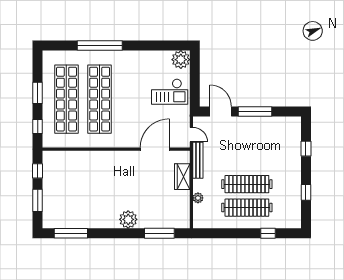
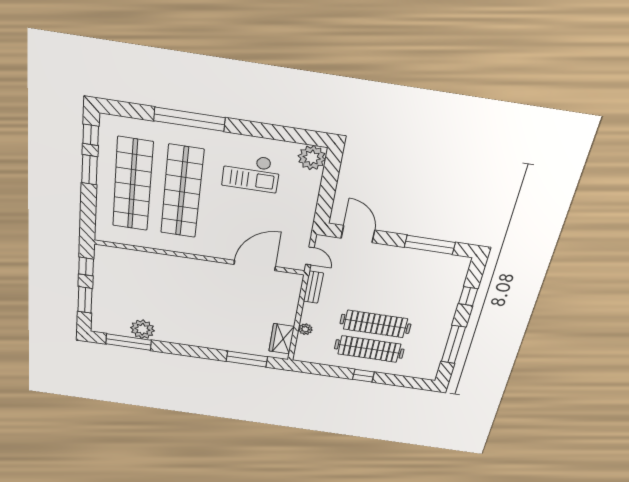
checkout: (170, 92) -> (251, 173), moved
window: (255, 112) -> (430, 245), moved
window: (38, 126) -> (91, 135), moved
bench: (198, 160) -> (313, 287), width x0.73
wardrobe: (182, 177) -> (282, 339), moved
window: (306, 192) -> (453, 344), width x2.17
plant: (128, 219) -> (142, 329), moved
window: (268, 233) -> (363, 376), moved

